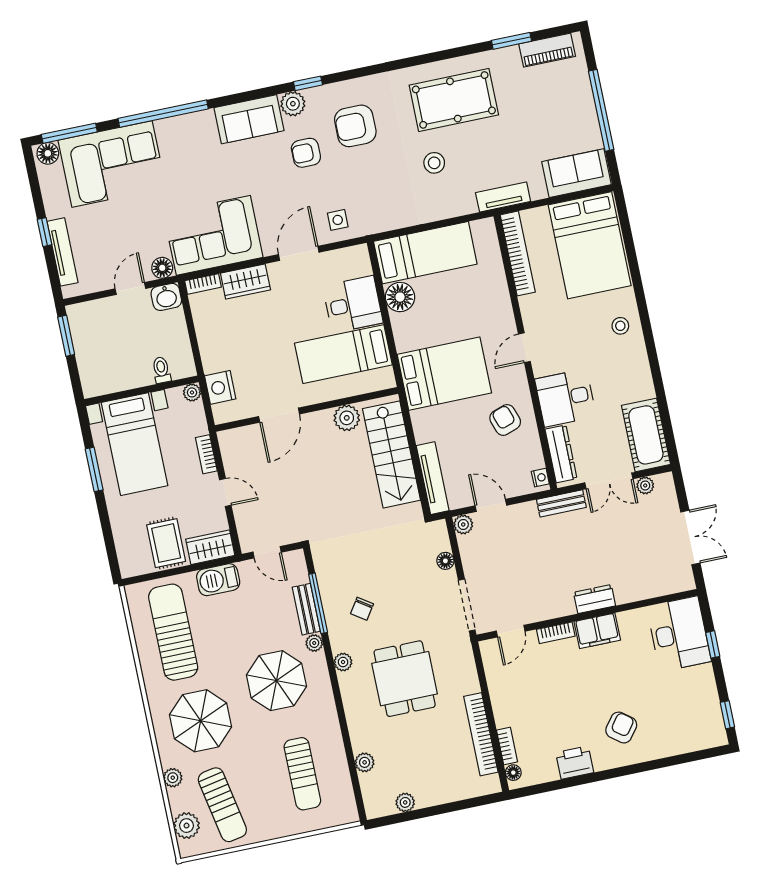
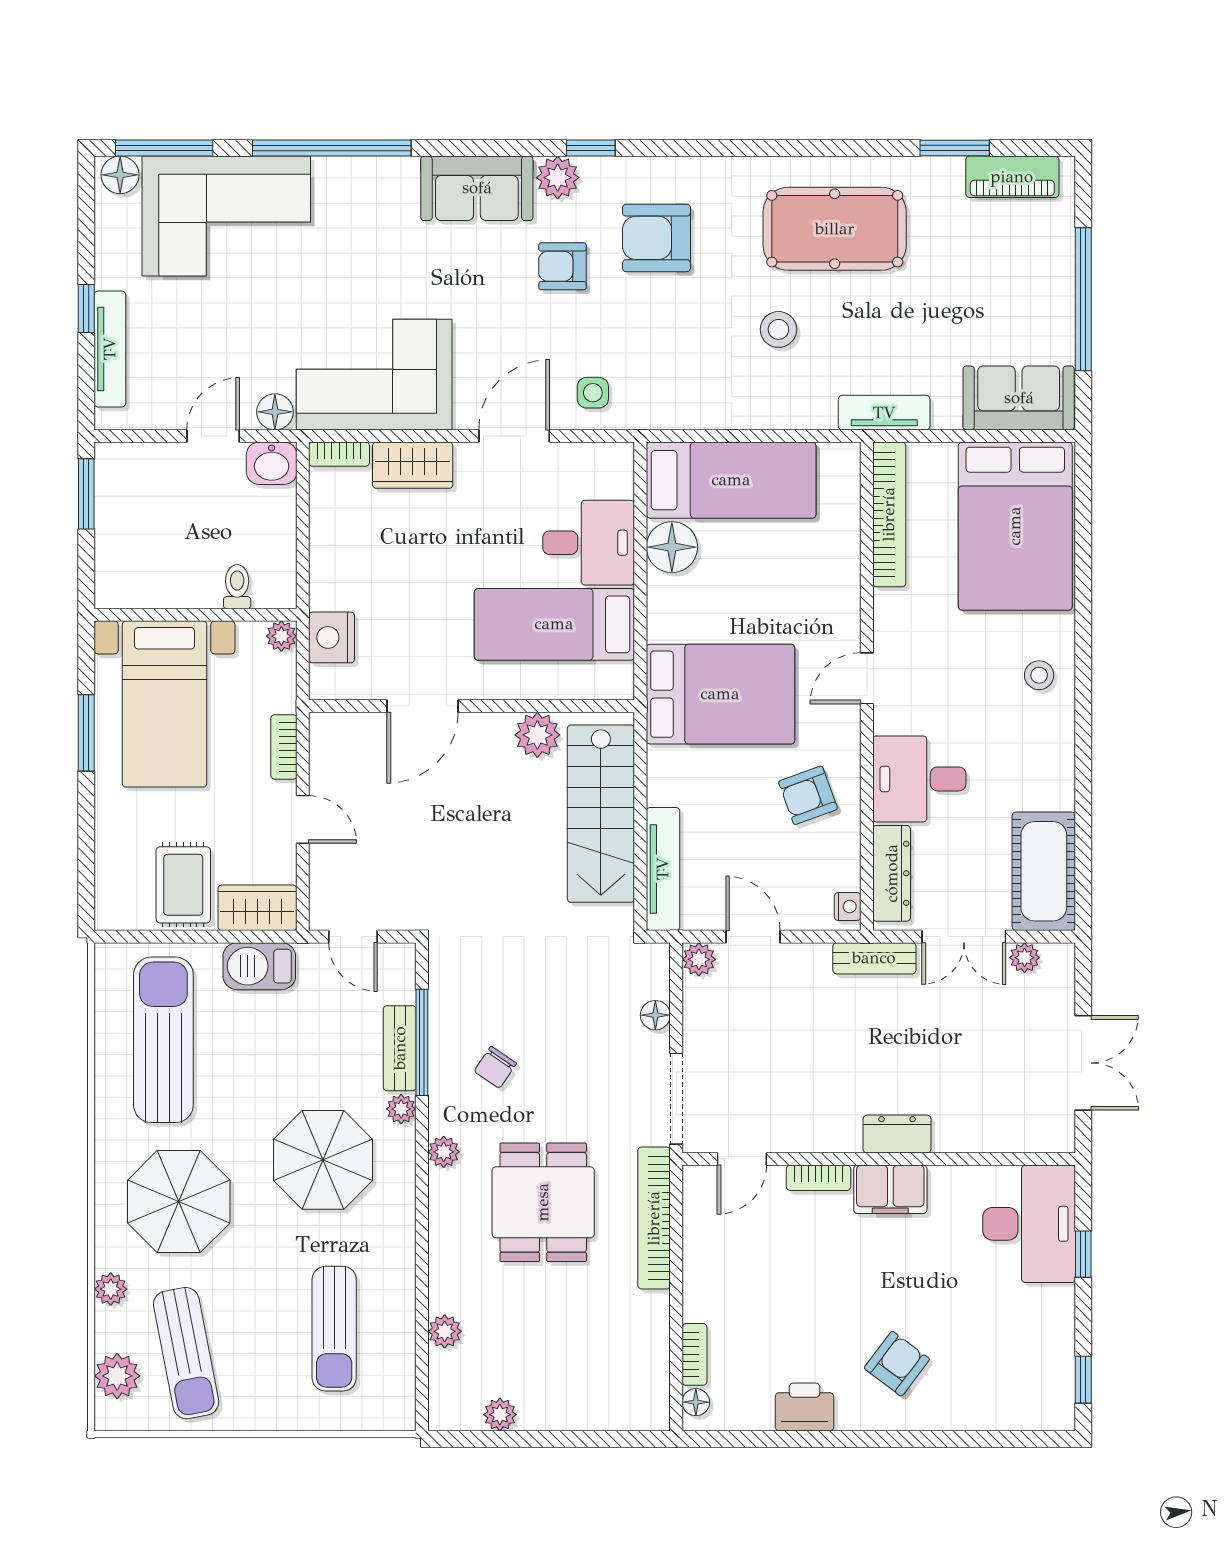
armchair: (505, 420) -> (808, 795), turned -91
bookcase: (481, 734) -> (654, 1218), moved

